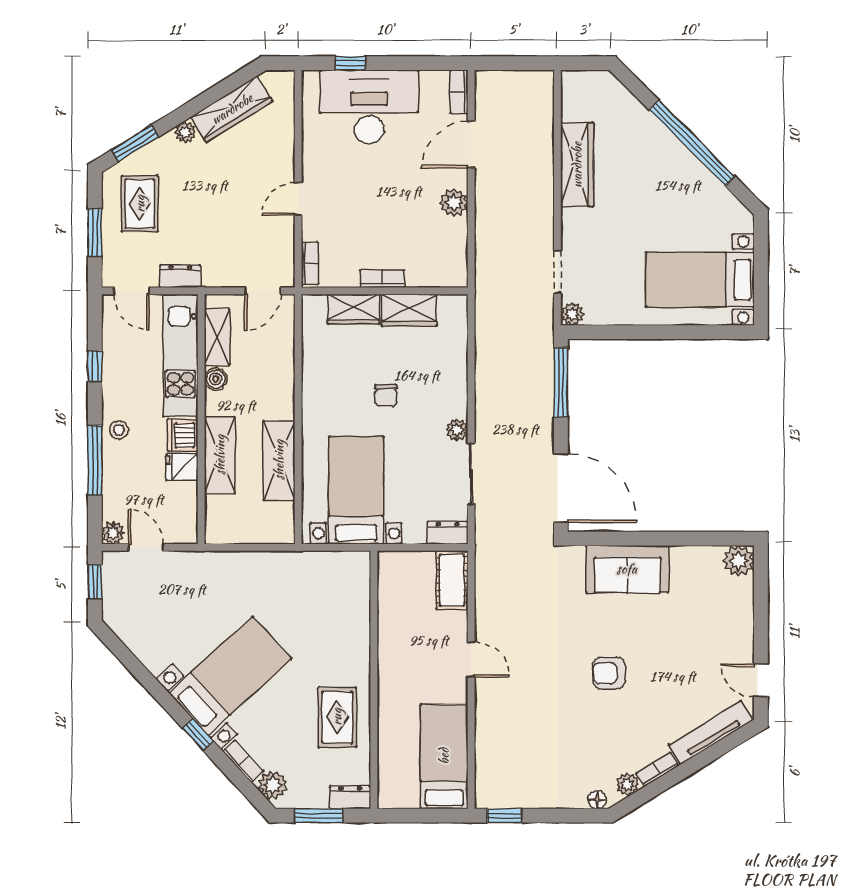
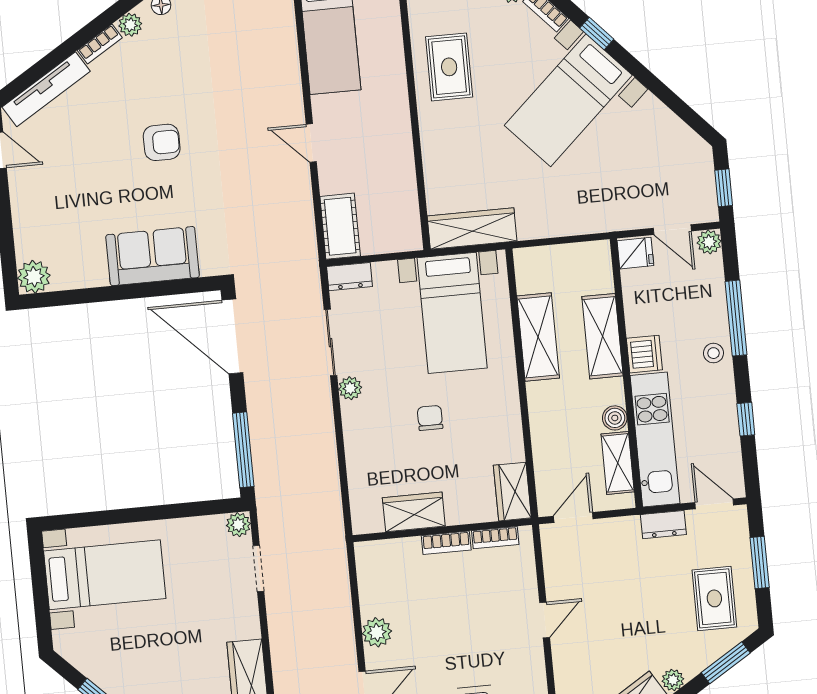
bookcase: (310, 263) -> (495, 538), moved, turned -90
wardrobe: (353, 309) -> (512, 492), moved, turned -90
fridge: (182, 467) -> (635, 253), moved
wardrobe: (330, 566) -> (472, 229), added

